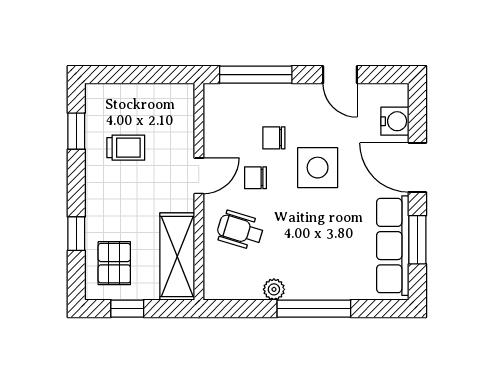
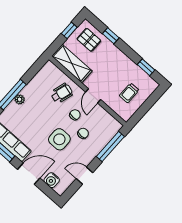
trolley: (126, 148) -> (129, 93), moved
plant: (274, 289) -> (20, 99), moved

